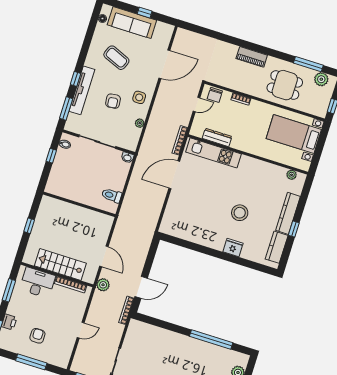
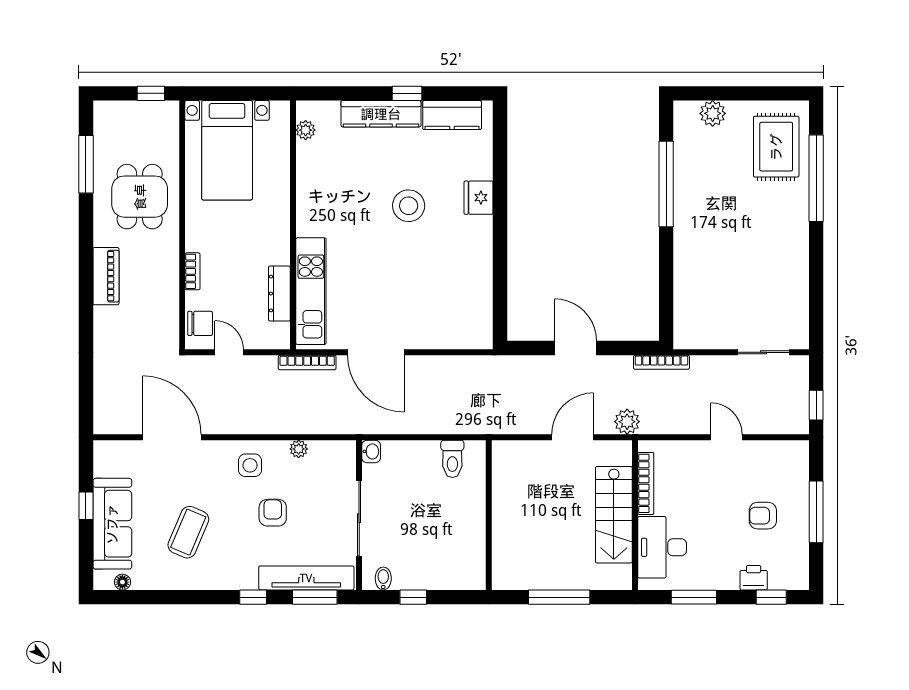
plant: (321, 79) -> (107, 131), removed
tv unit: (82, 90) -> (306, 578), moved
armchair: (113, 101) -> (273, 513), turned -84
window: (29, 226) -> (559, 597), width x2.17
door: (141, 287) -> (576, 348), moved

